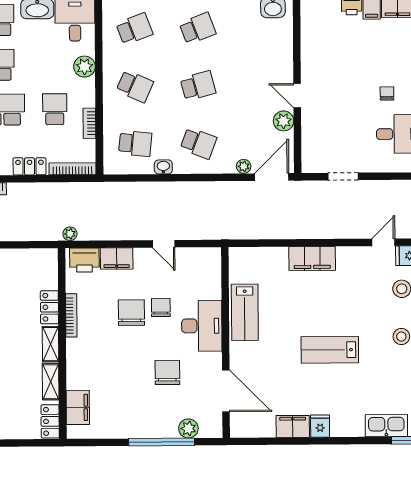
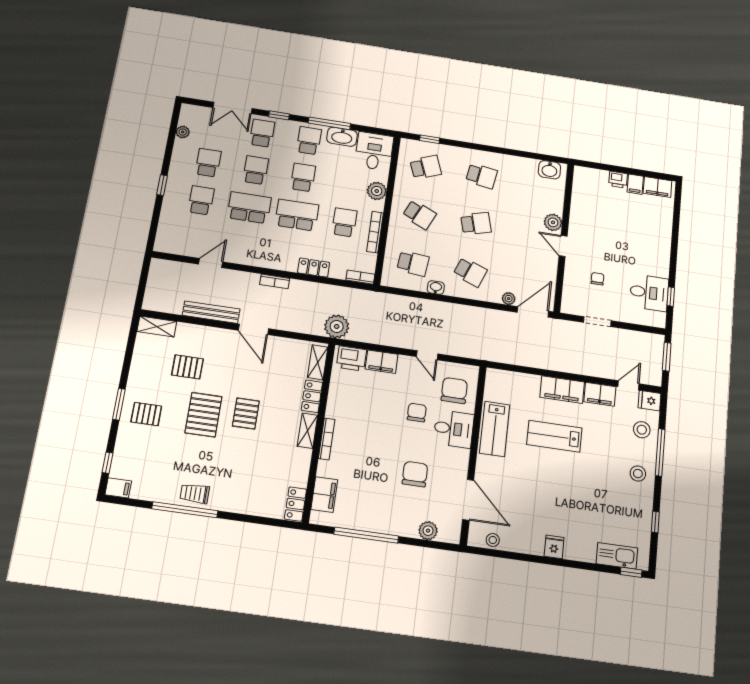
school desk: (198, 28) -> (482, 176), turned 30
chair: (387, 93) -> (597, 279), moved
plant: (284, 121) -> (553, 222), moved
bookcase: (89, 123) -> (375, 232), width x1.56
bookcase: (73, 169) -> (360, 277), width x0.64
plant: (70, 234) -> (337, 326), width x1.88, depth x1.88
chair: (131, 313) -> (454, 390), moved
bookcase: (71, 315) -> (327, 439), moved
desk: (202, 326) -> (454, 429), width x0.73
lab bench: (330, 350) -> (554, 436), moved
shelving: (51, 382) -> (318, 362), moved
filing cabinet: (293, 426) -> (600, 394), moved, turned 180
stool: (256, 428) -> (493, 540), added
window: (162, 442) -> (366, 535), moved

